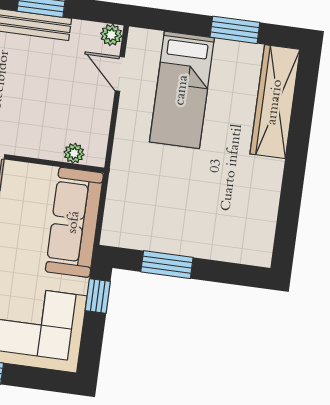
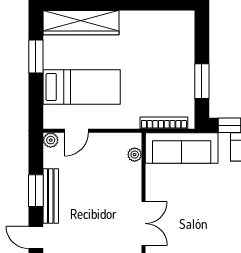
bookcase: (114, 202) -> (164, 123), added

